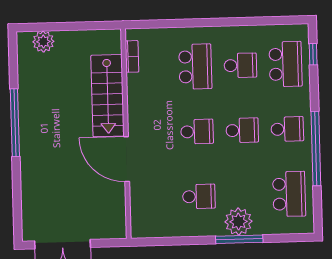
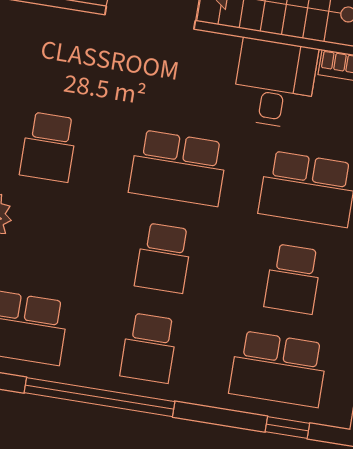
desk: (147, 92) -> (275, 84), added
school desk: (197, 132) -> (178, 168), width x1.85

